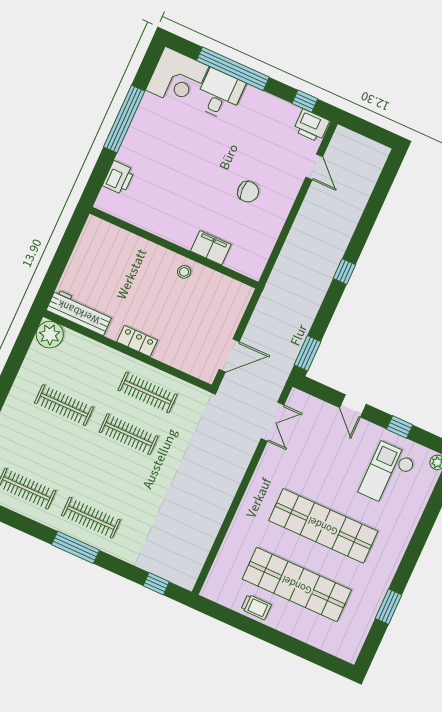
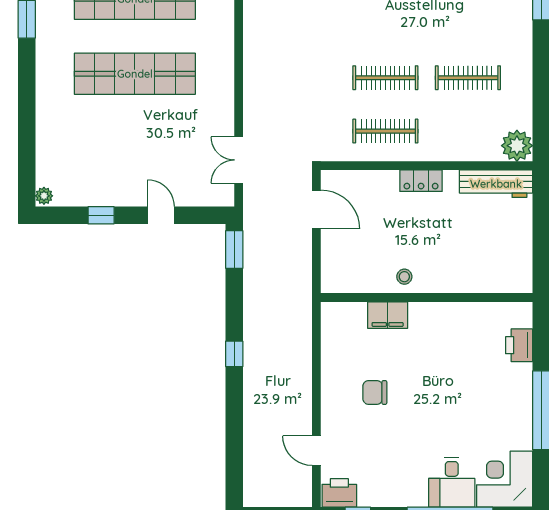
door: (229, 355) -> (316, 210), swing flipped
checkout: (387, 474) -> (91, 159), removed

